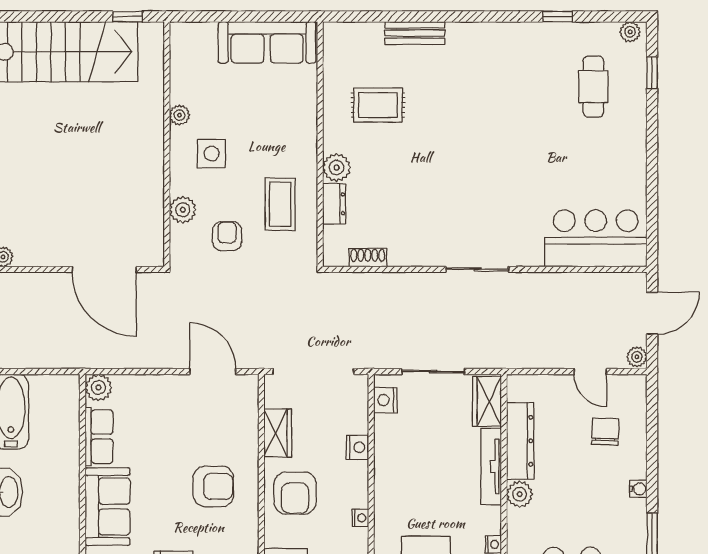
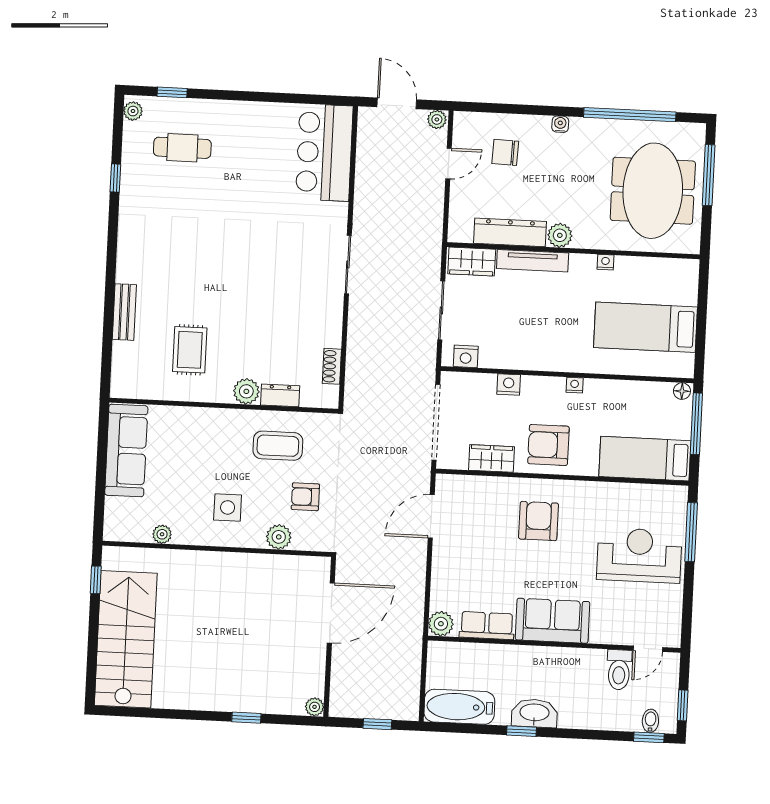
plant: (179, 115) -> (162, 534), moved
armchair: (295, 493) -> (548, 445), turned 180

